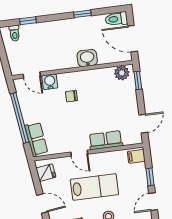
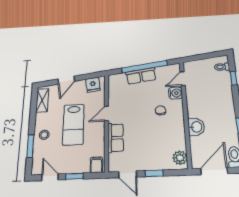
window: (138, 80) -> (154, 173), moved
row of seats: (36, 139) -> (141, 76), moved

